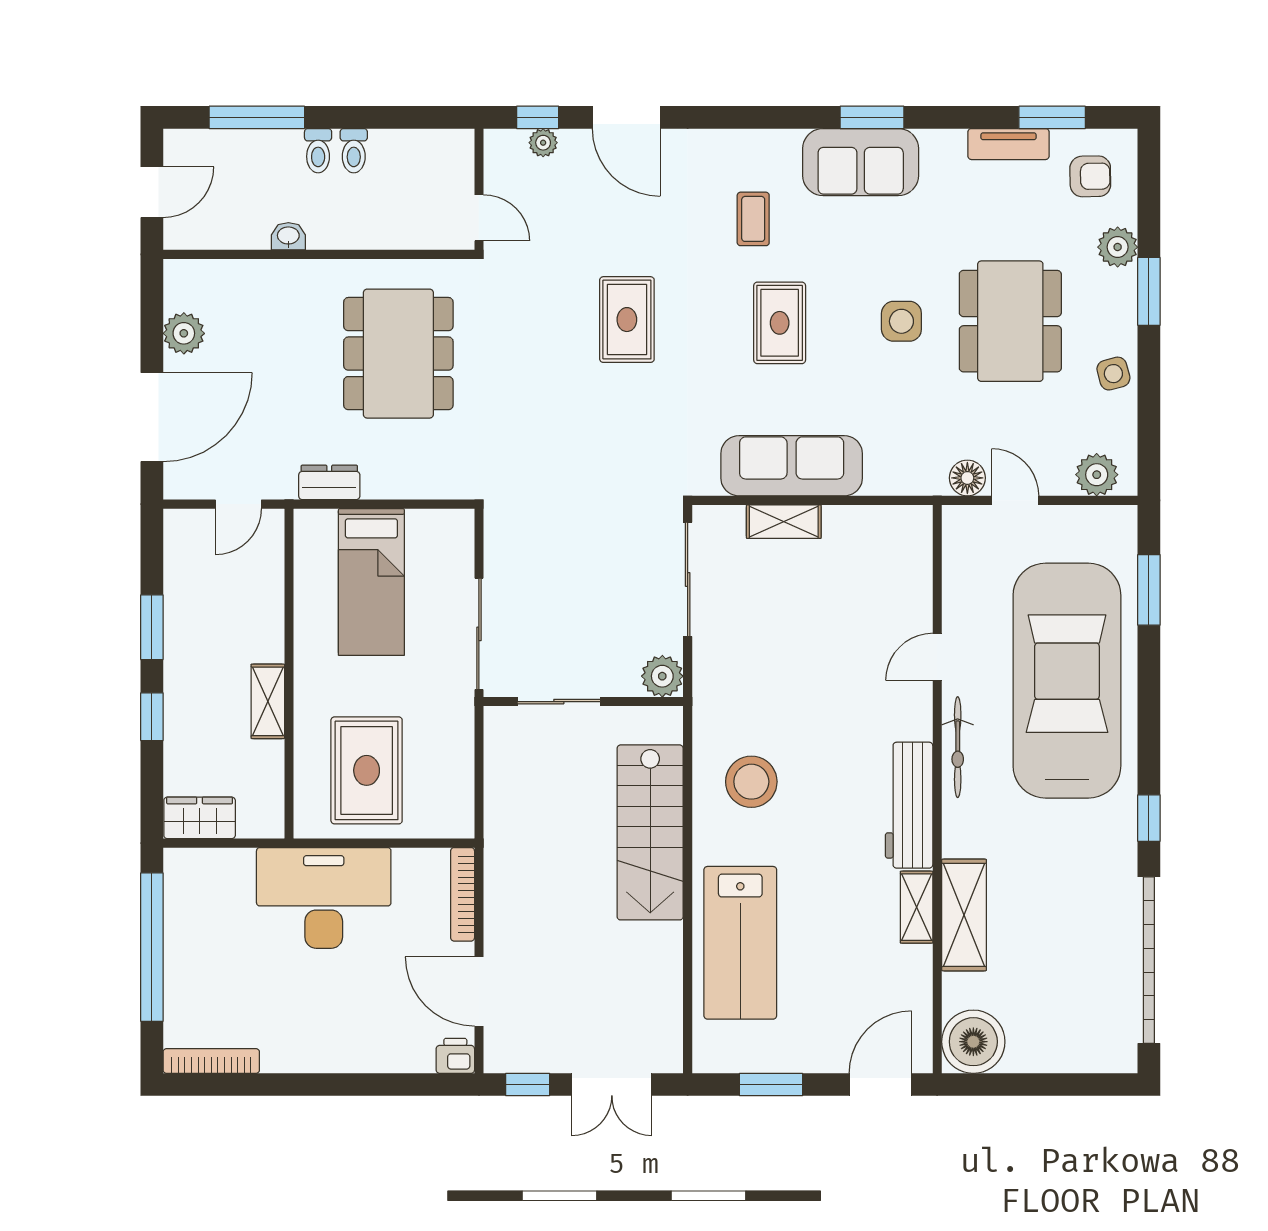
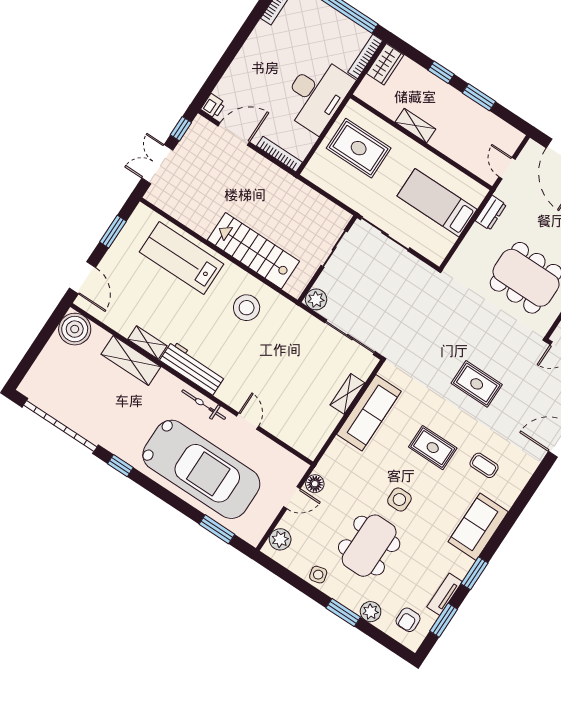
window: (872, 117) -> (474, 573), moved
dining table: (1010, 321) -> (369, 546), turned 90
bookcase: (208, 859) -> (365, 56), added

